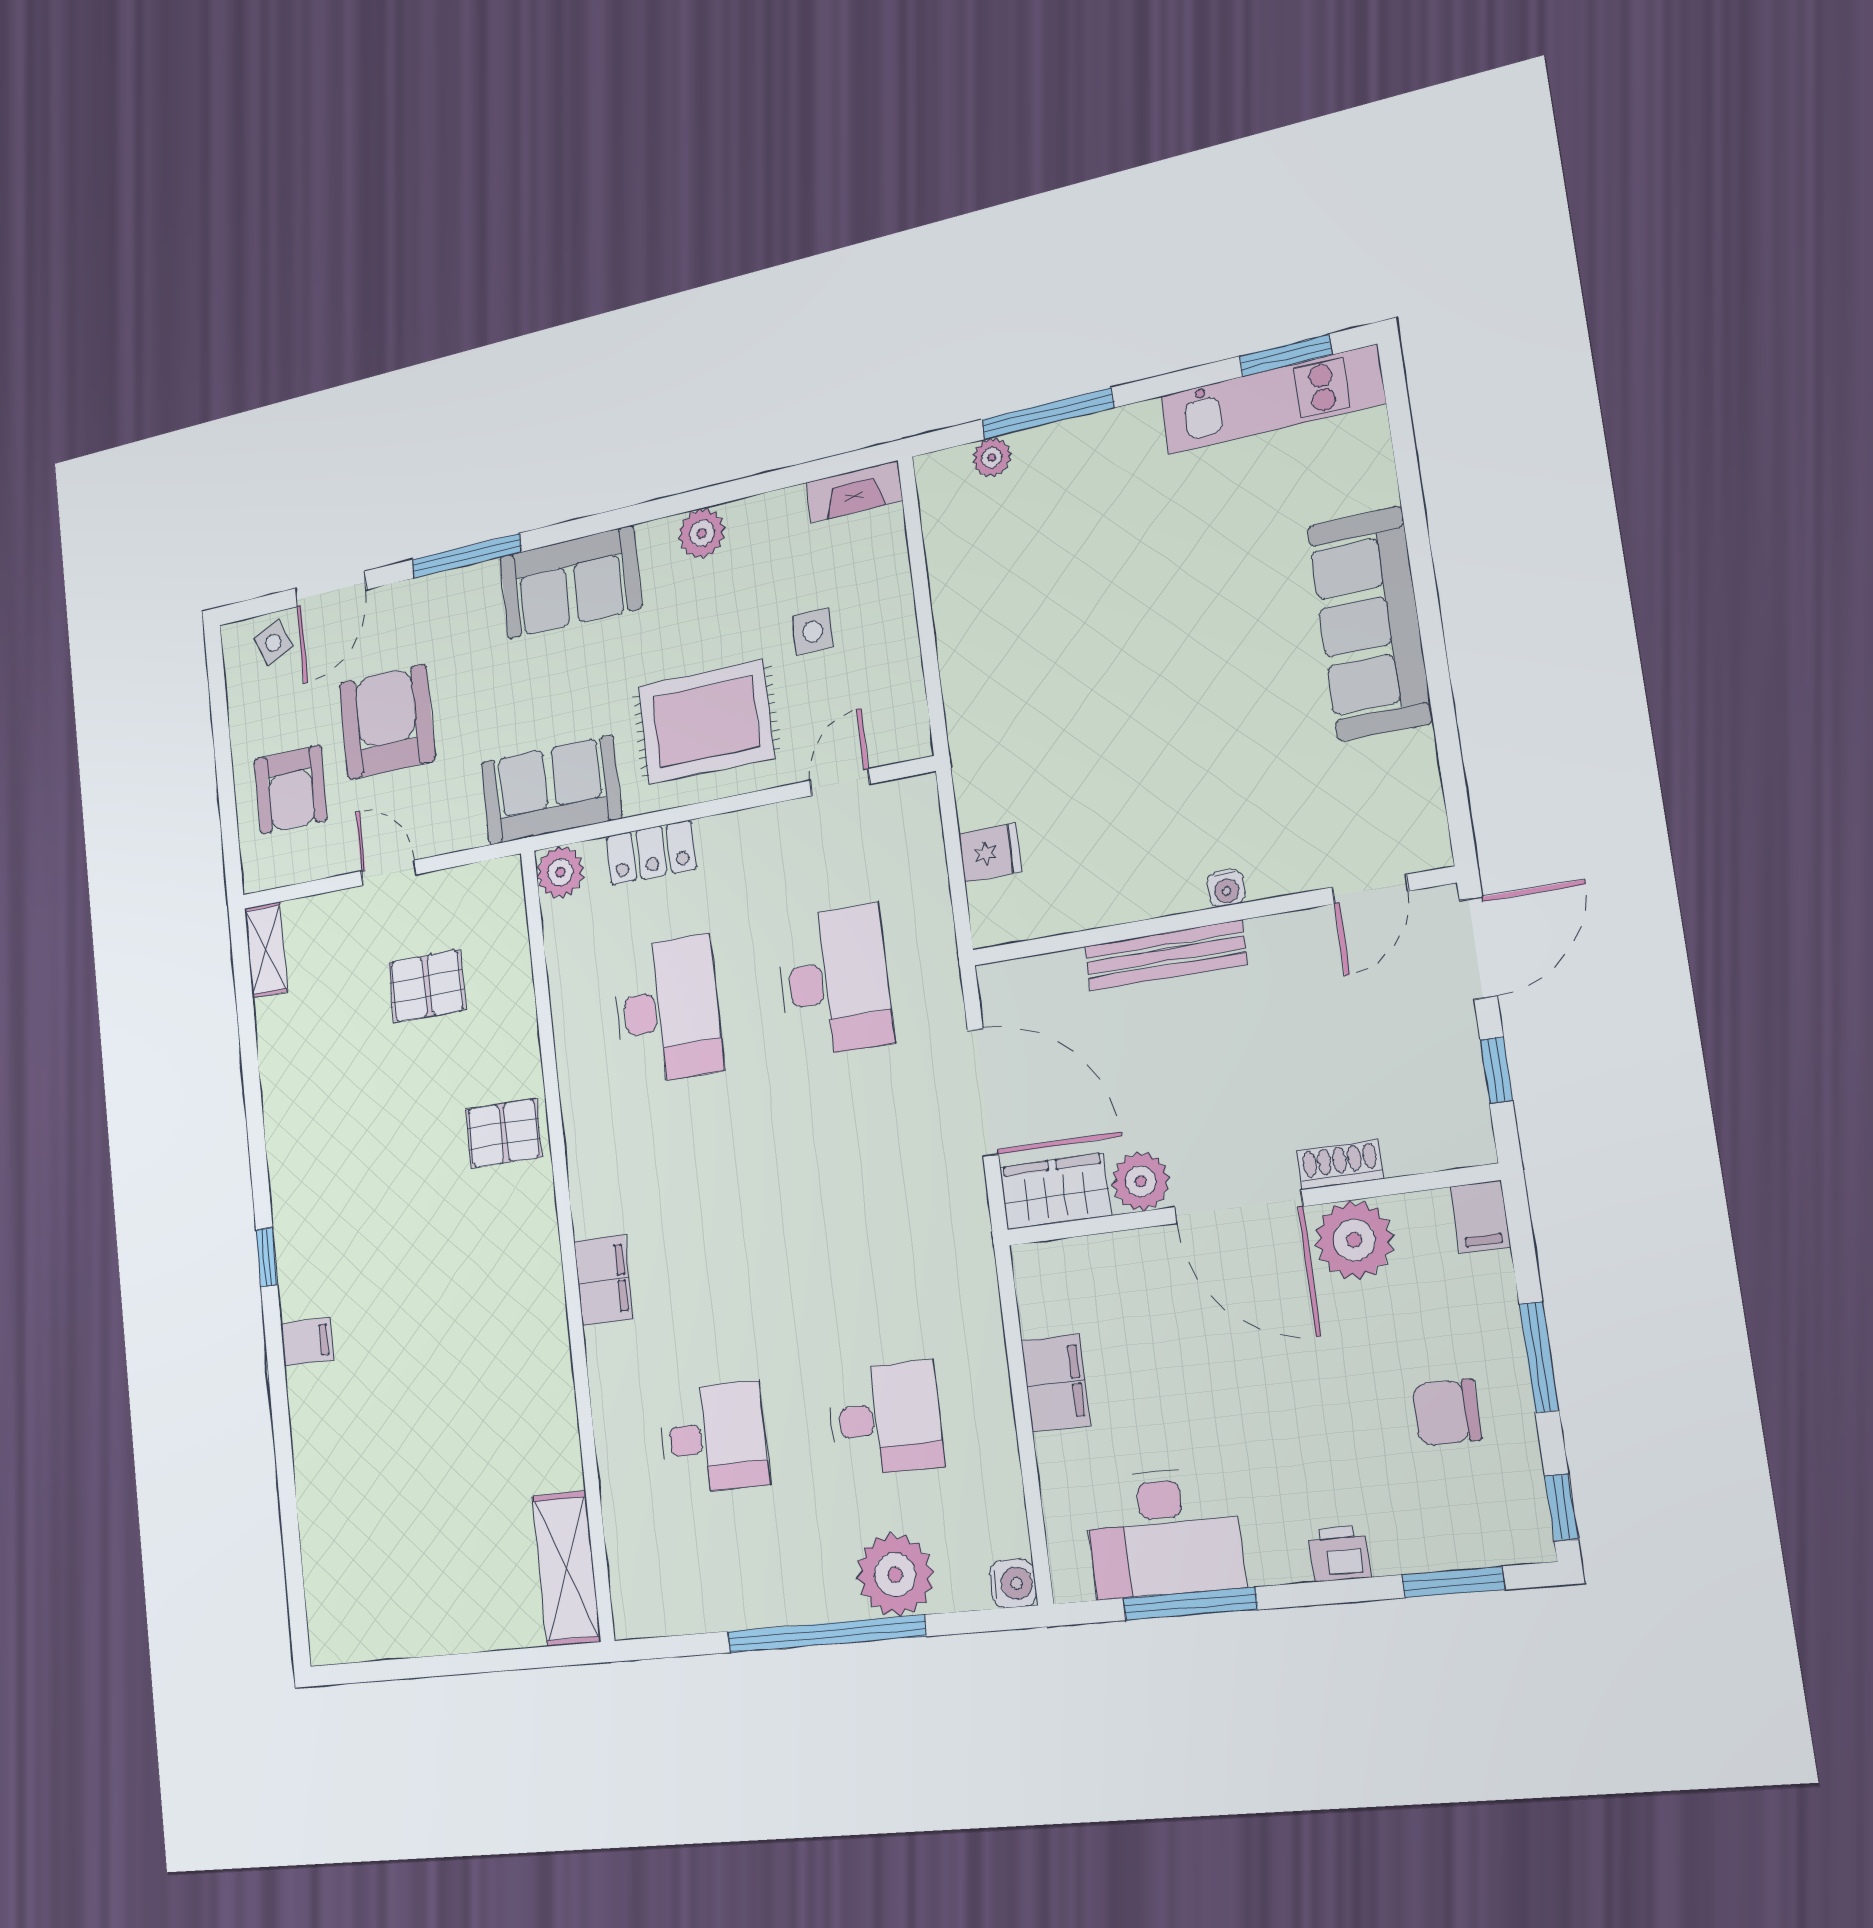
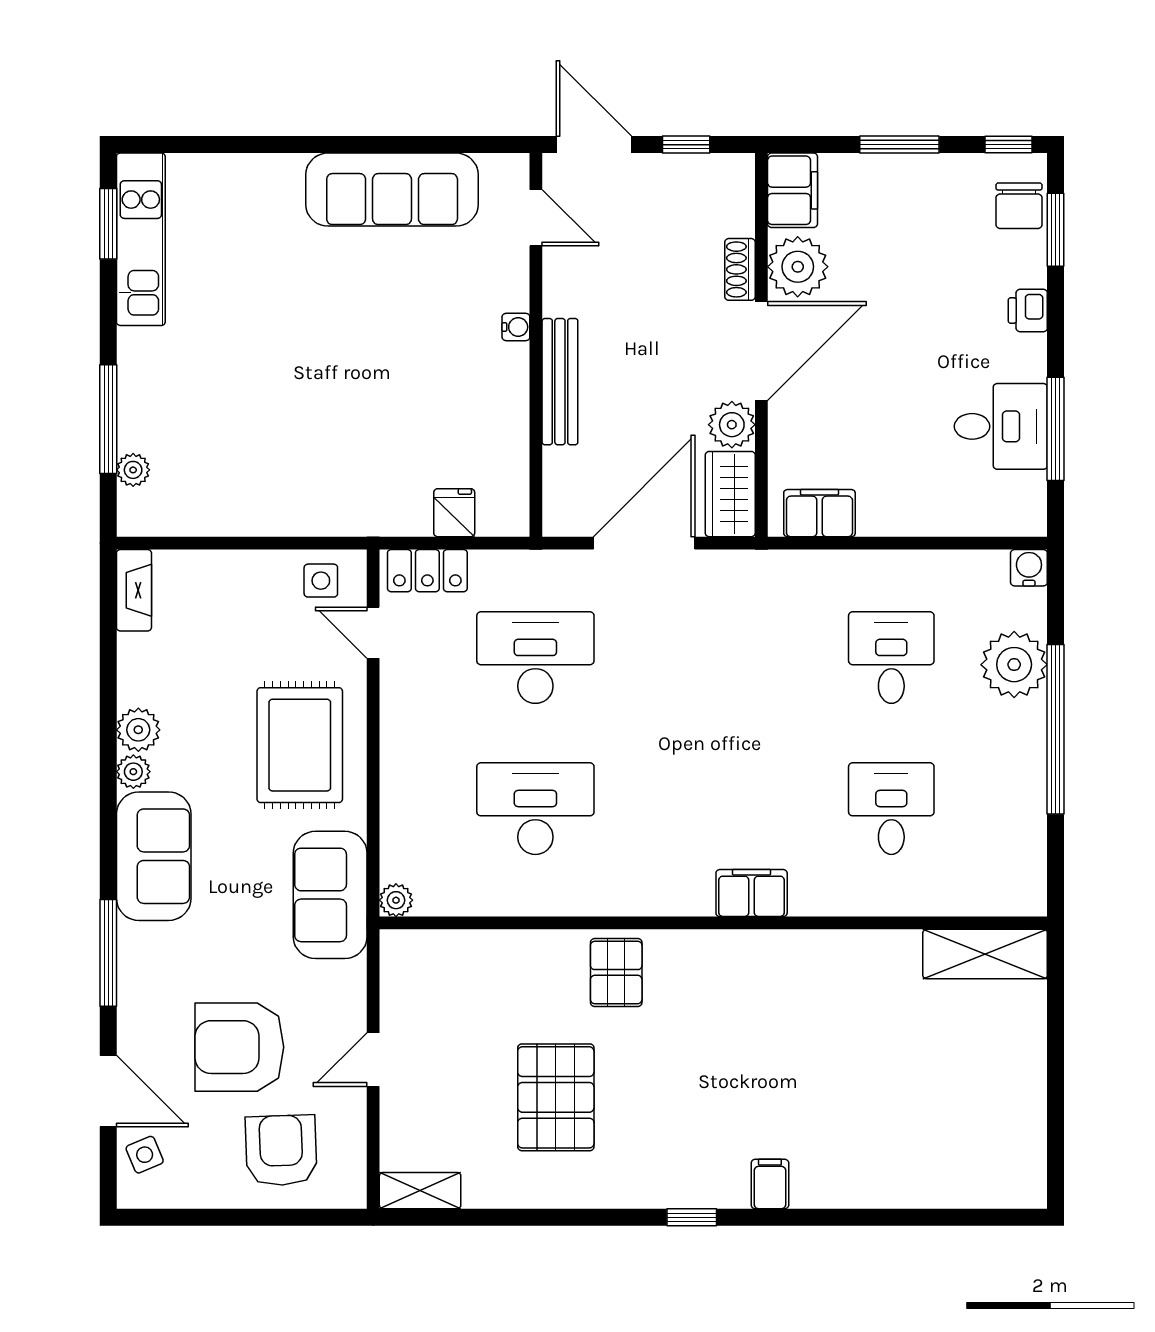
plant: (656, 538) -> (133, 772), added
sofa: (1370, 624) -> (392, 190), moved
side table: (813, 631) -> (321, 581), moved
armchair: (291, 790) -> (281, 1150), turned -92
locker: (651, 853) -> (427, 571), moved, turned 90
plant: (560, 872) -> (396, 900), width x0.73, depth x0.73
pallet: (427, 986) -> (556, 1097), moved, width x1.50, depth x1.42
filing cabinet: (1481, 1217) -> (793, 190), width x2.00
filing cabinet: (1056, 1383) -> (819, 513), moved
chair: (1447, 1412) -> (1019, 206), moved
desk: (1164, 1533) -> (1001, 426), width x0.73

